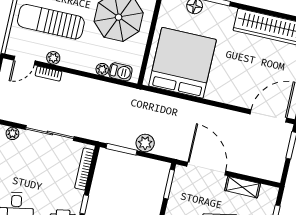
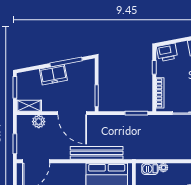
bench: (186, 109) -> (97, 153), added
plant: (145, 143) -> (39, 122), moved
shelving: (243, 187) -> (29, 106), moved

